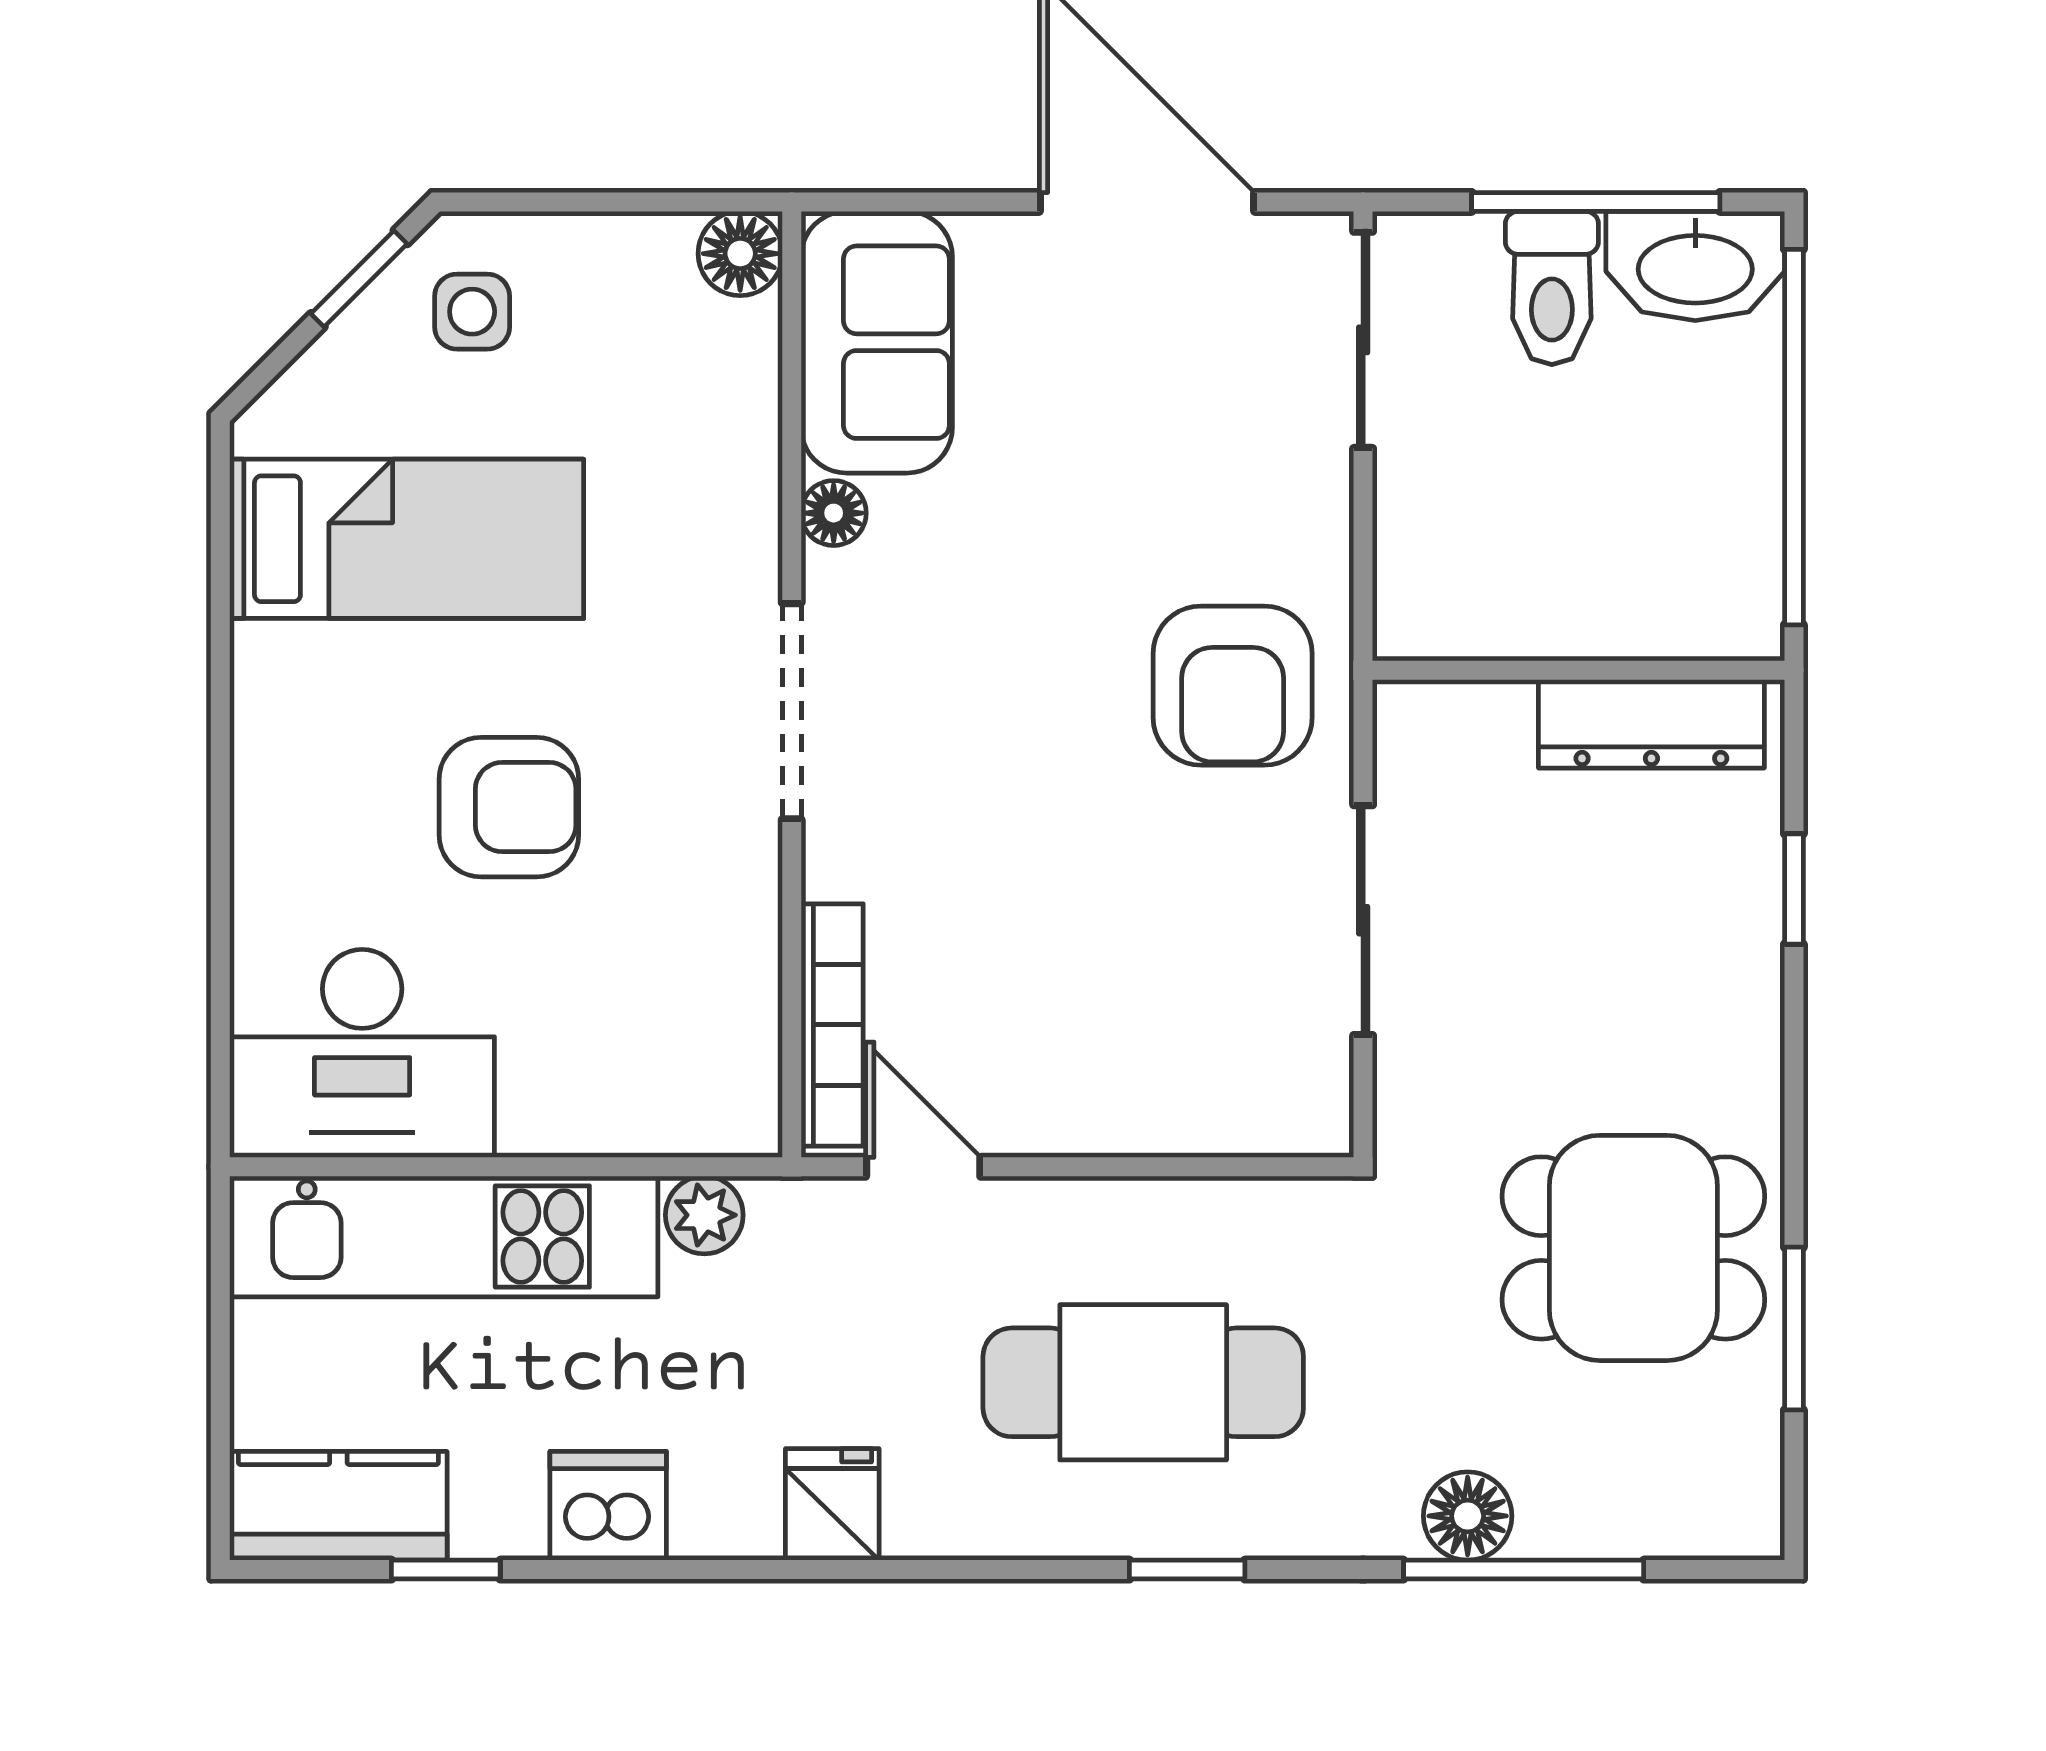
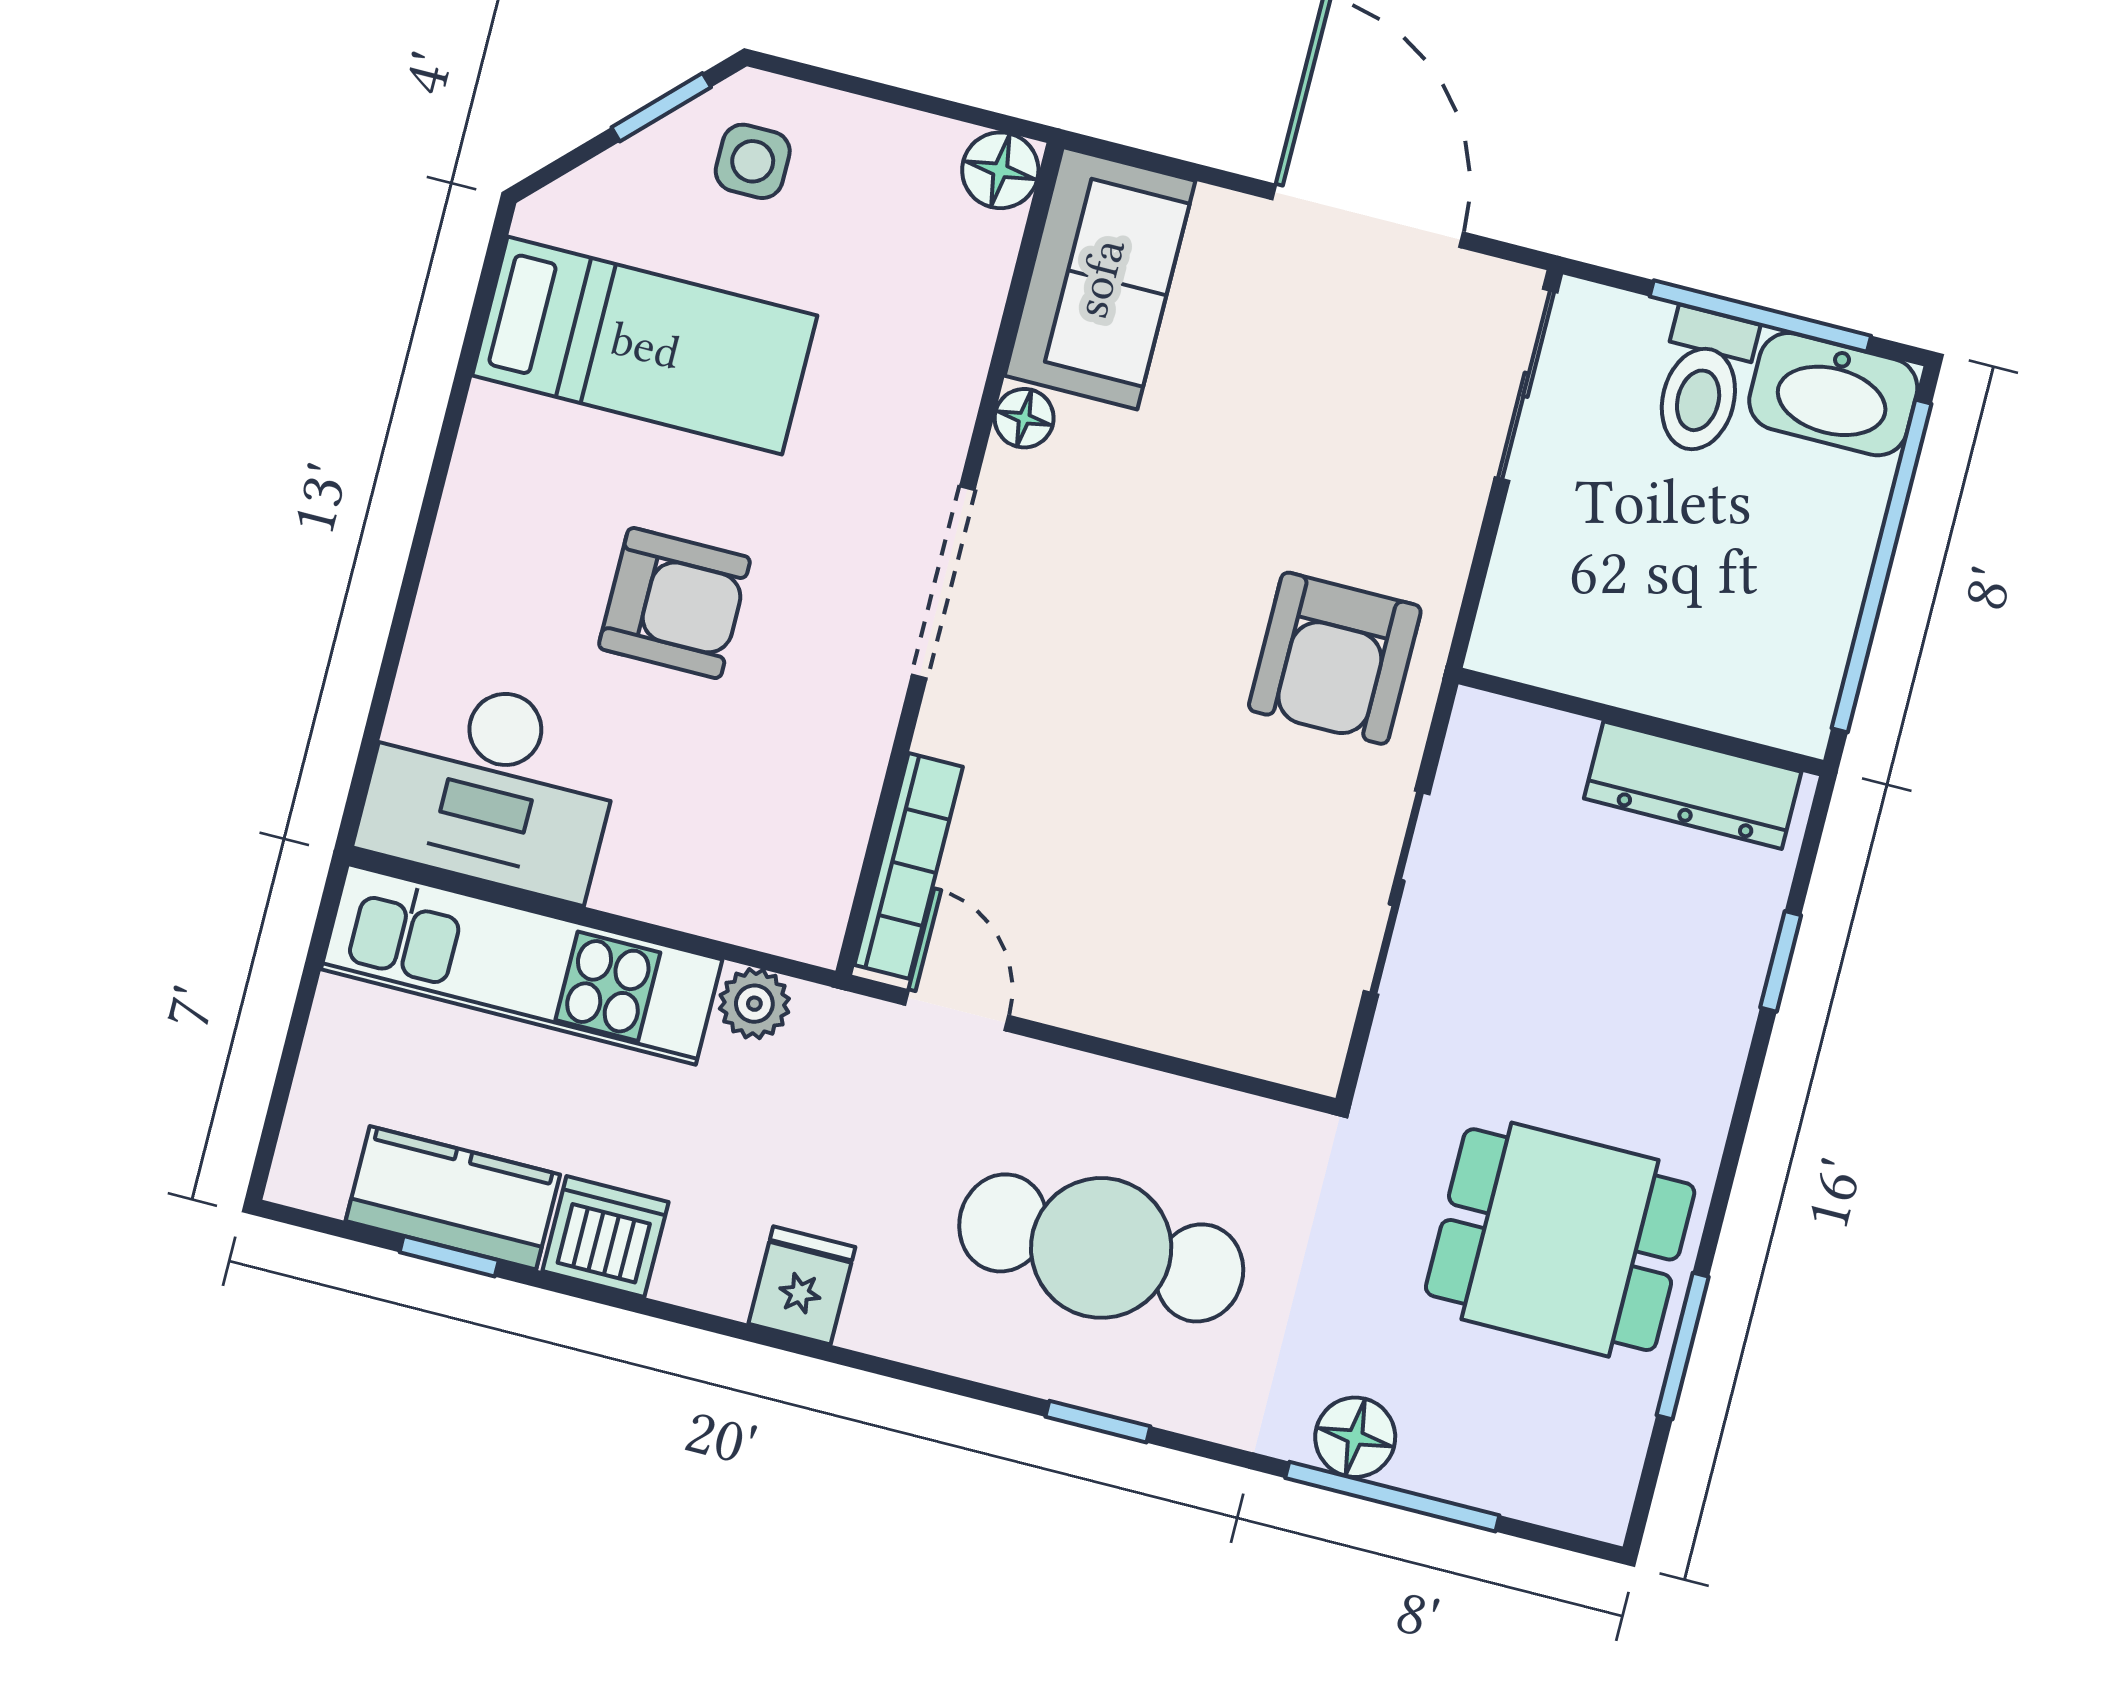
kitchen counter: (338, 1506) -> (453, 1198), moved

